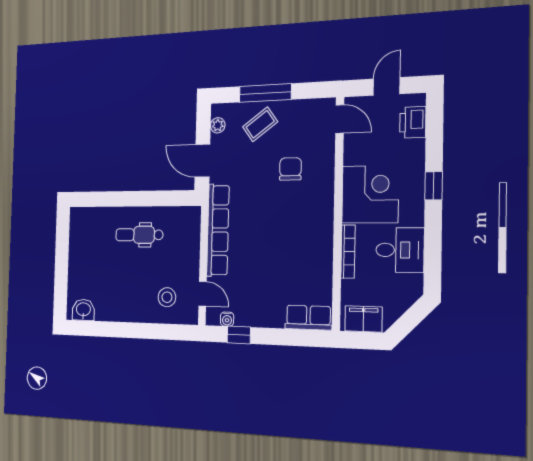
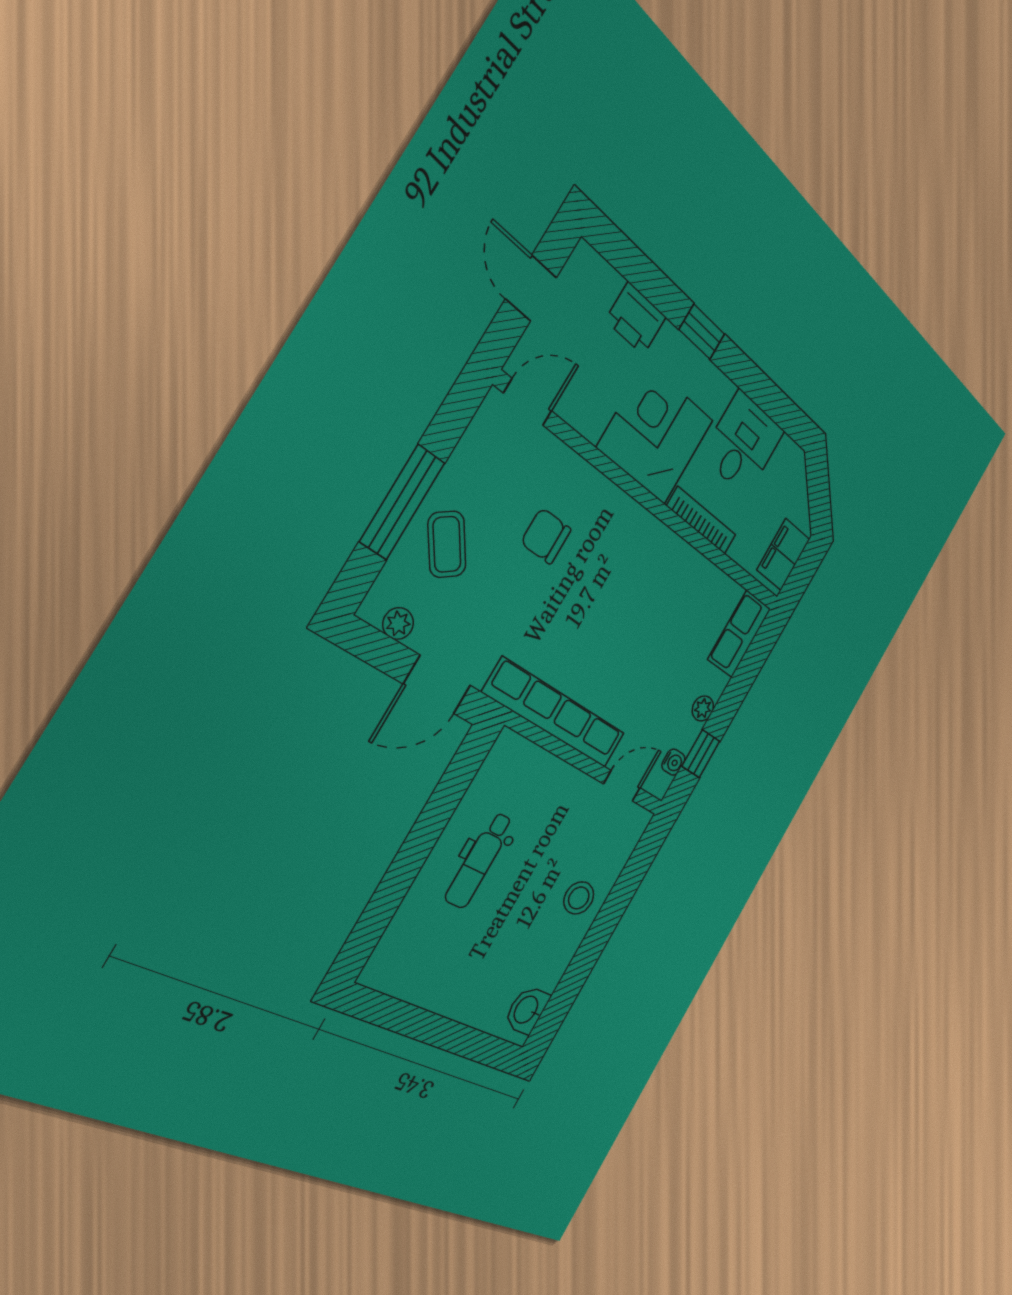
printer: (413, 122) -> (636, 319), moved
stool: (167, 297) -> (579, 898), moved
plant: (261, 320) -> (703, 708), added

